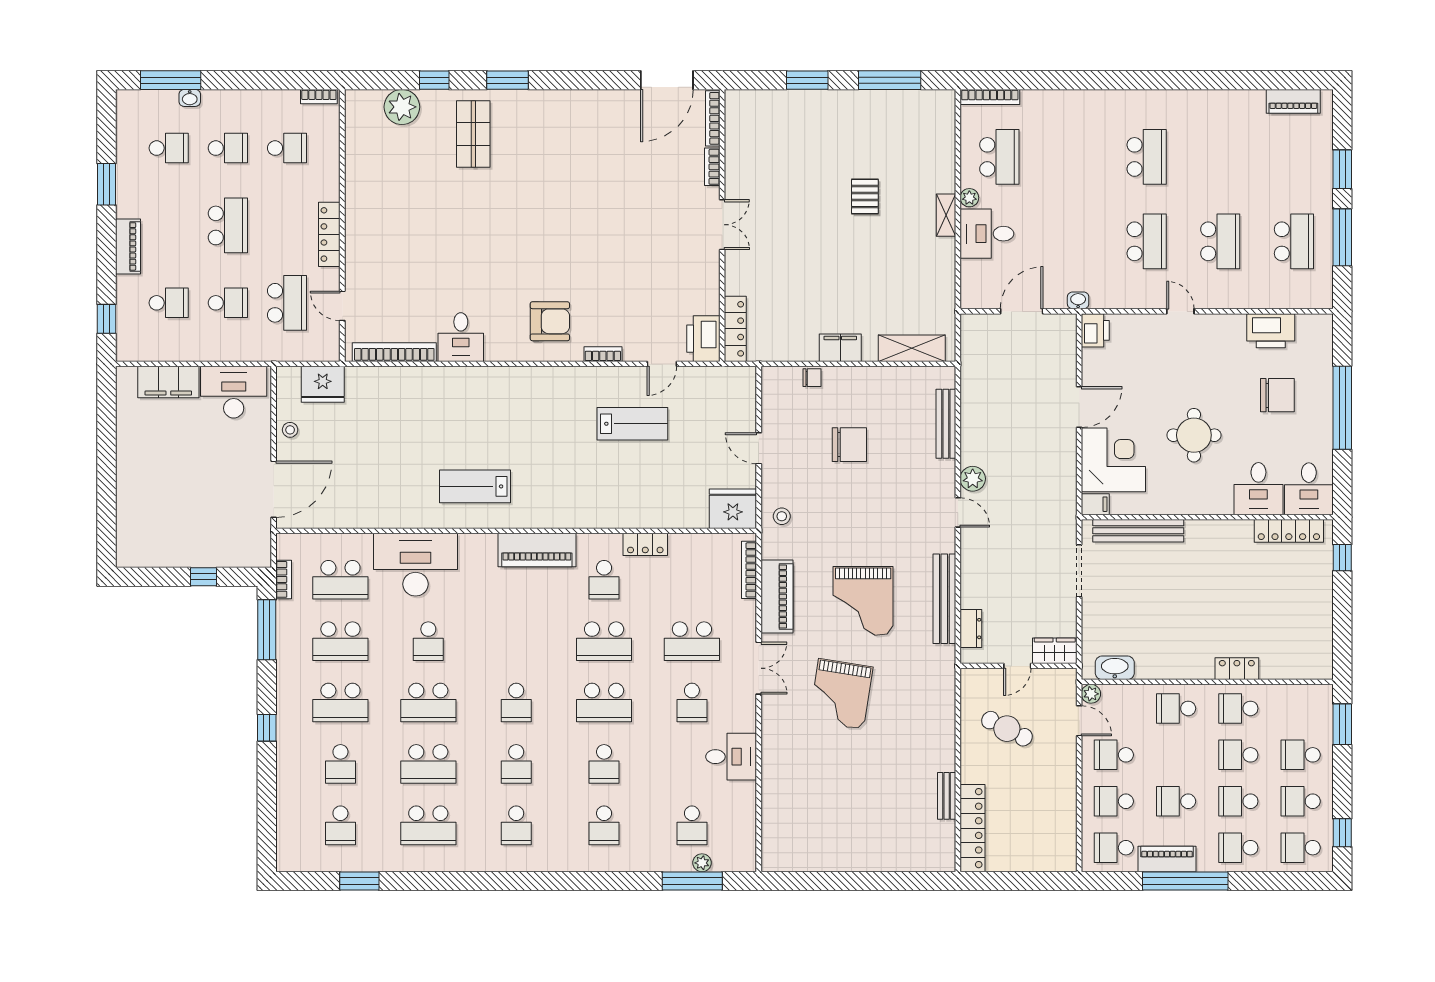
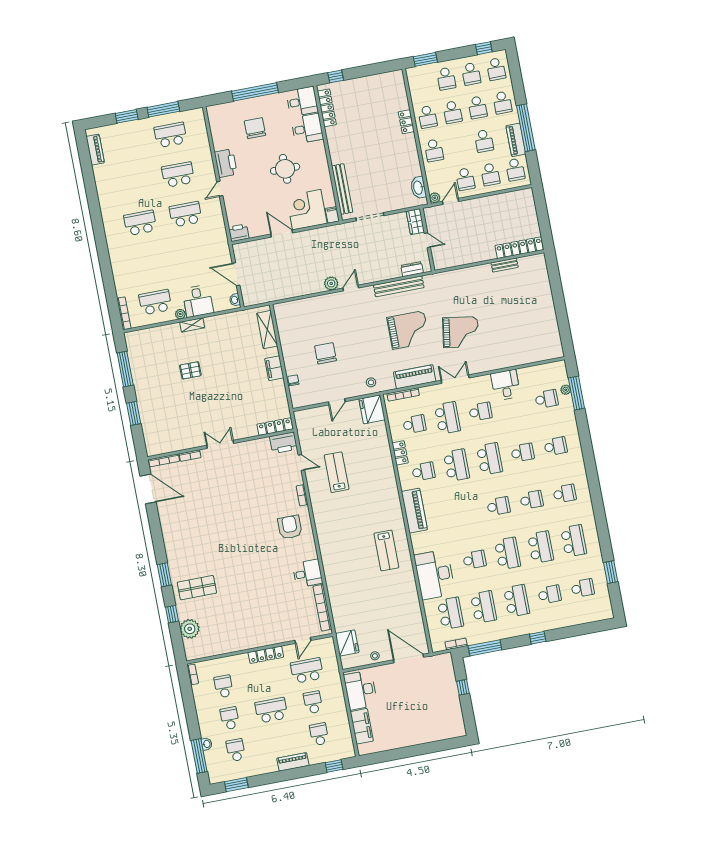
window: (107, 184) -> (236, 785), moved
washbasin: (1078, 300) -> (235, 300), moved
printer: (1271, 331) -> (226, 163), moved
bench: (946, 424) -> (304, 304), removed
school desk: (692, 580) -> (414, 424), added
cafe table: (1007, 729) -> (462, 239), removed

